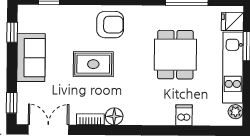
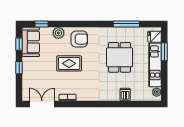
plant: (76, 14) -> (58, 33), added
sofa: (31, 58) -> (31, 42), moved
window: (12, 103) -> (19, 68), moved
floor lamp: (114, 116) -> (82, 95), removed

